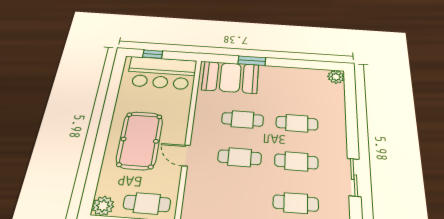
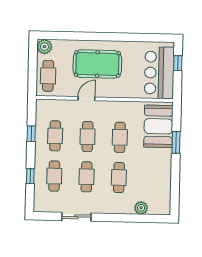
plant: (336, 77) -> (141, 208), moved
cafe table: (236, 199) -> (55, 136), added

